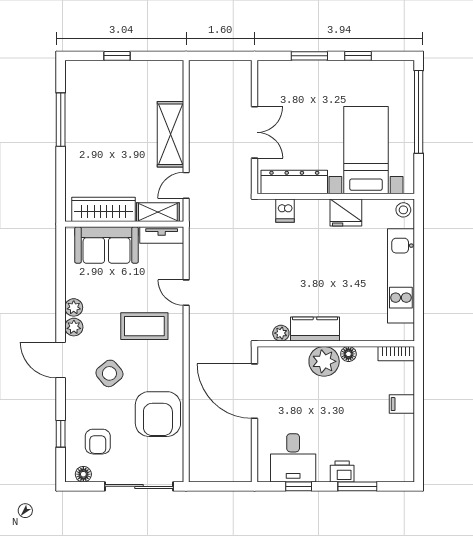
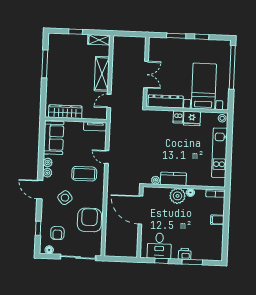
dishwasher: (285, 211) -> (178, 117), moved
shelving: (158, 212) -> (99, 40), moved
sofa: (107, 245) -> (54, 138), moved, turned -90
armchair: (158, 414) -> (89, 220), turned 180

